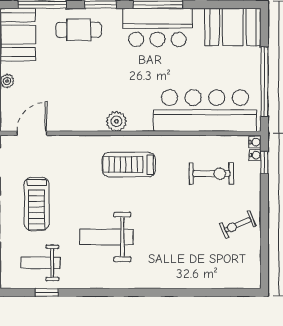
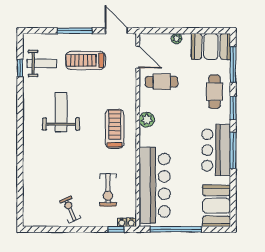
cafe table: (65, 101) -> (162, 82), added
weight bench: (40, 263) -> (42, 63), turned 90

